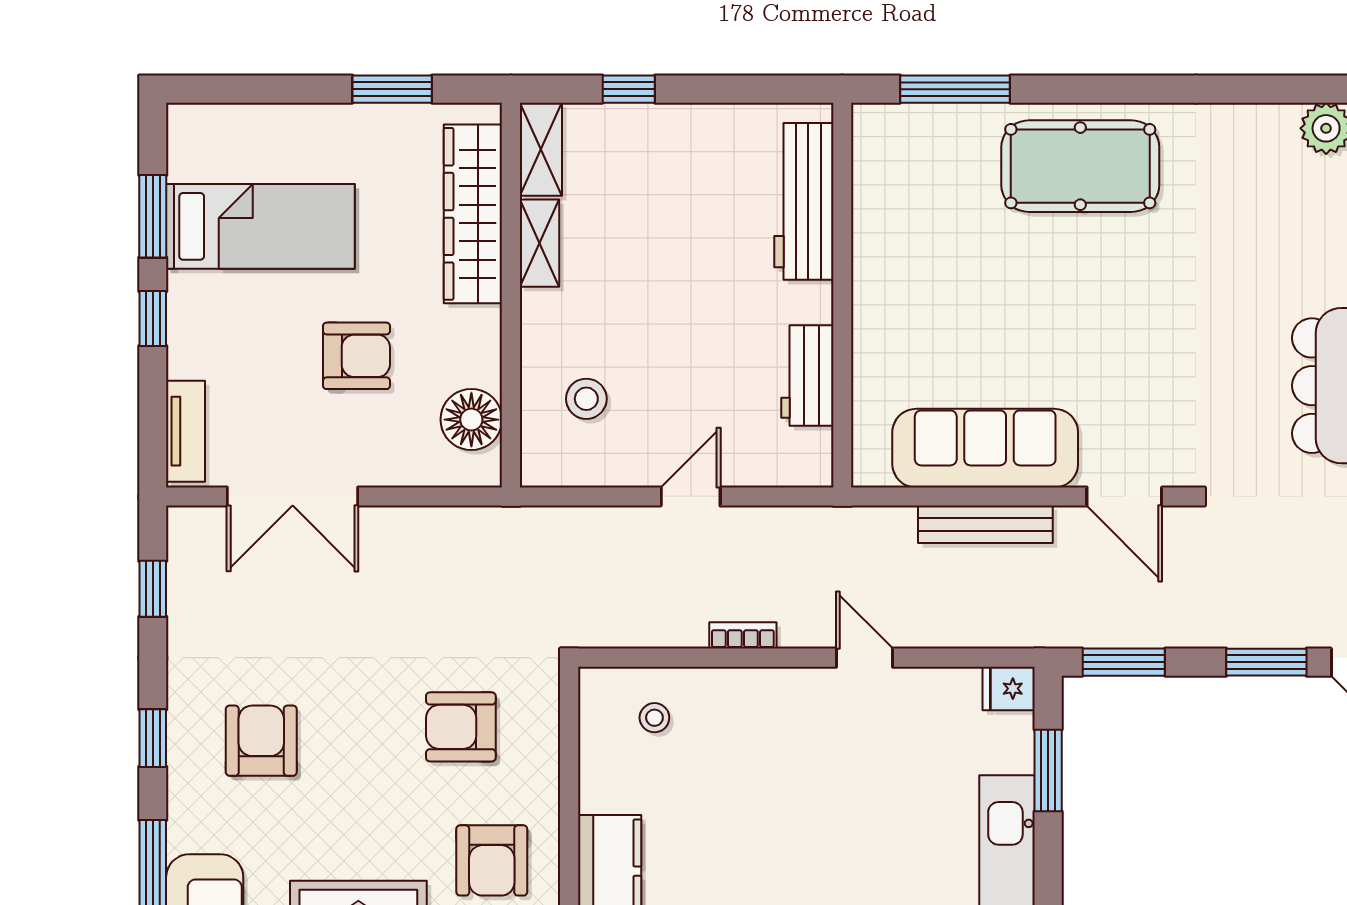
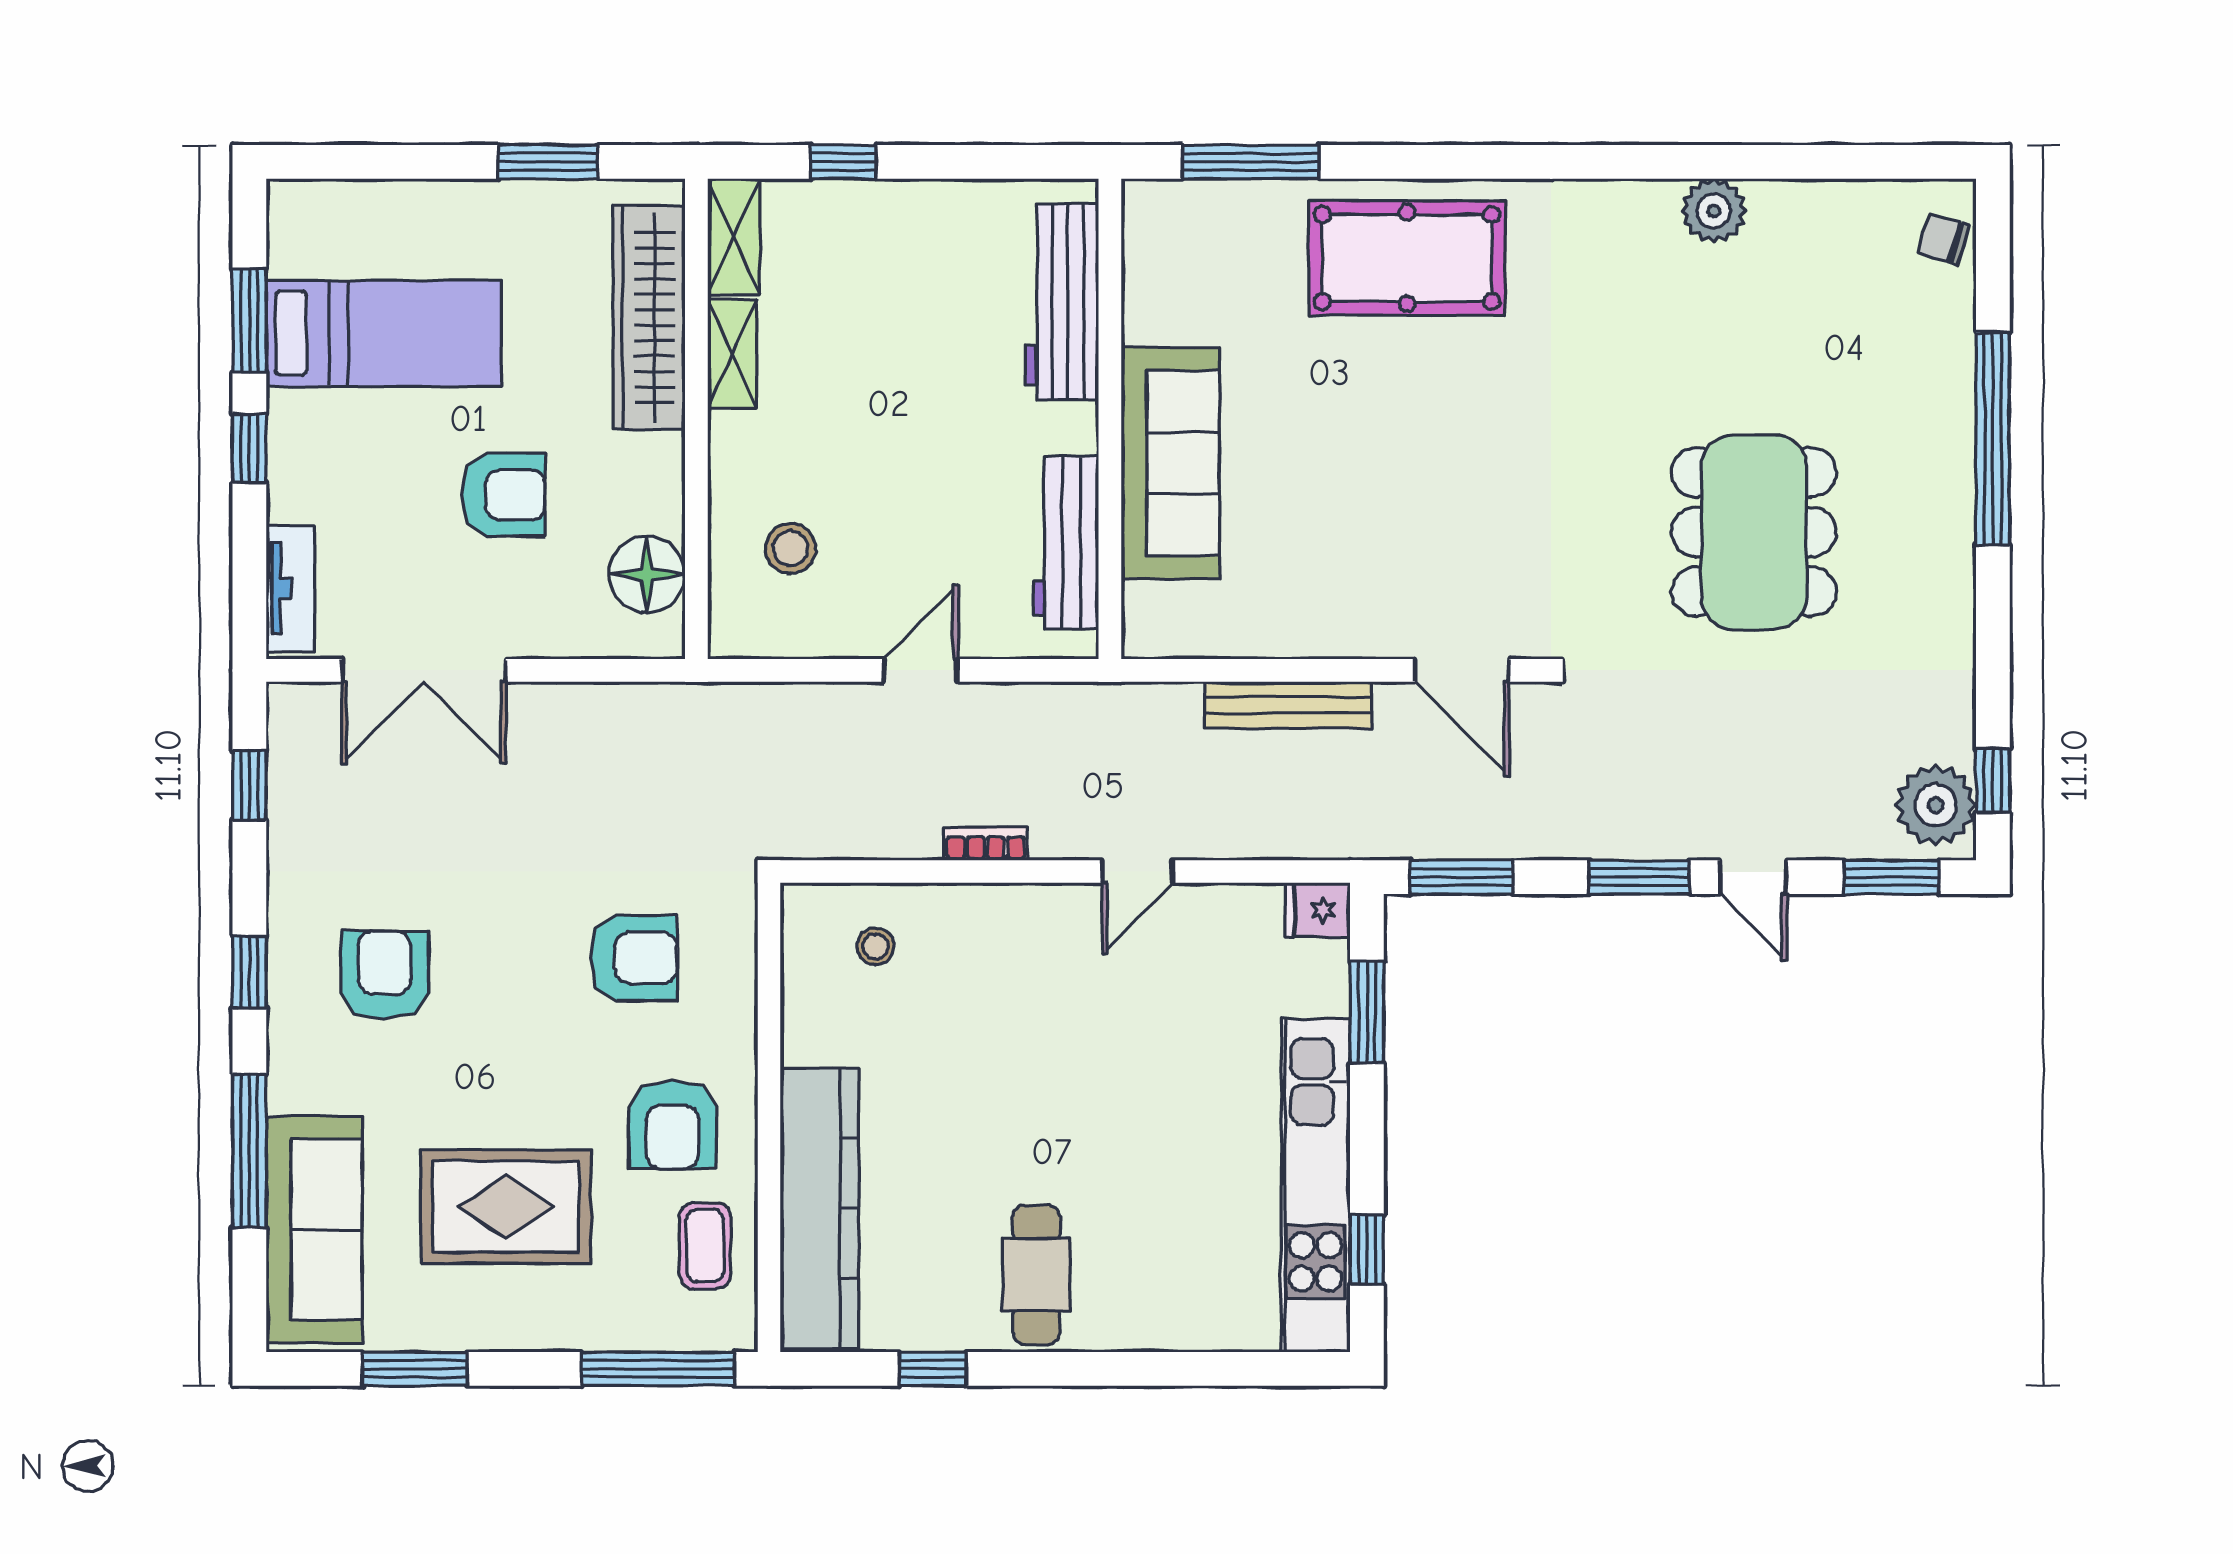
workbench: (807, 375) -> (1066, 543), width x1.38
sofa: (985, 448) -> (1170, 463), moved, turned 90
door: (865, 658) -> (1138, 872), swing flipped
armchair: (461, 727) -> (634, 958), turned 180

